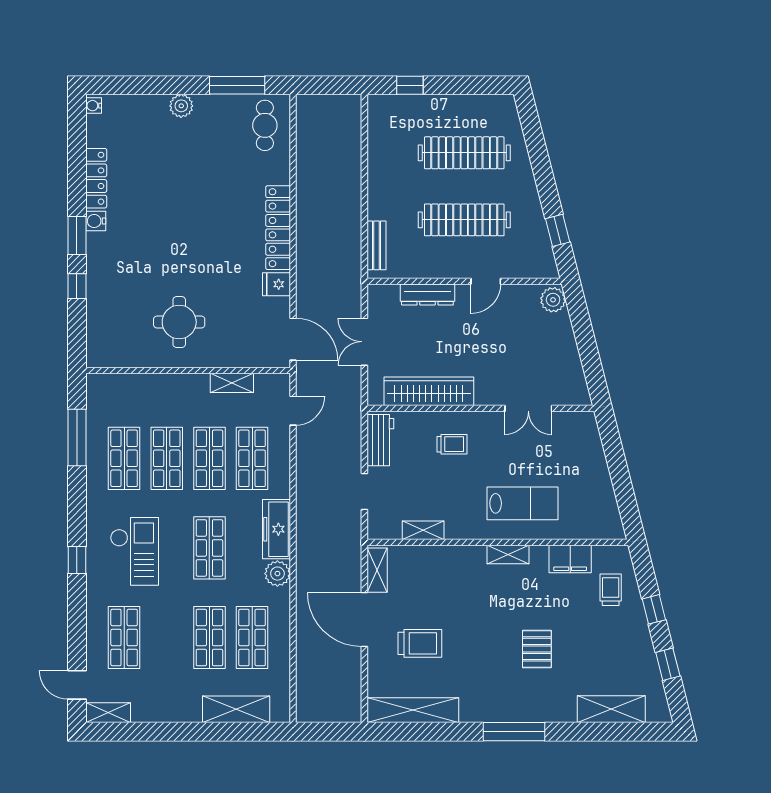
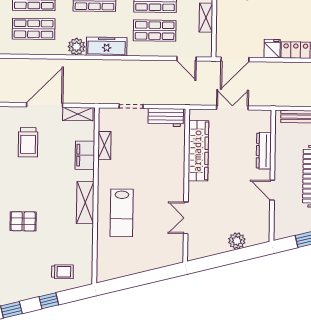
plant: (553, 300) -> (237, 241), moved
trolley: (452, 444) -> (162, 166), removed
shelving: (508, 554) -> (85, 203), width x1.50, depth x1.33
filing cabinet: (570, 559) -> (85, 155), moved

